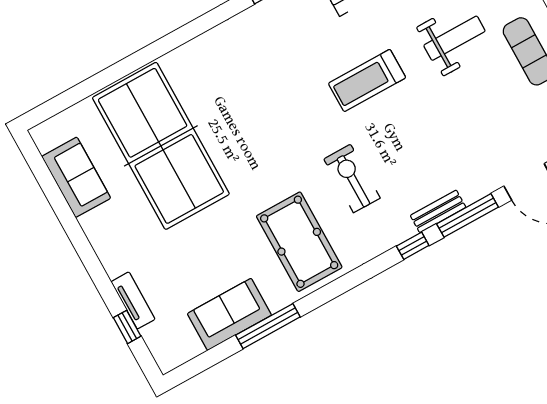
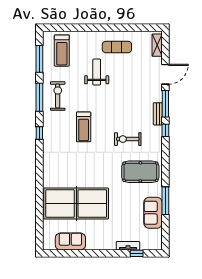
treadmill: (367, 81) -> (84, 127), moved

